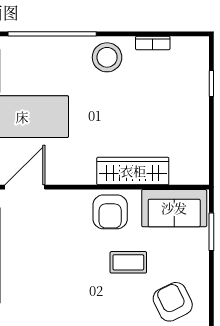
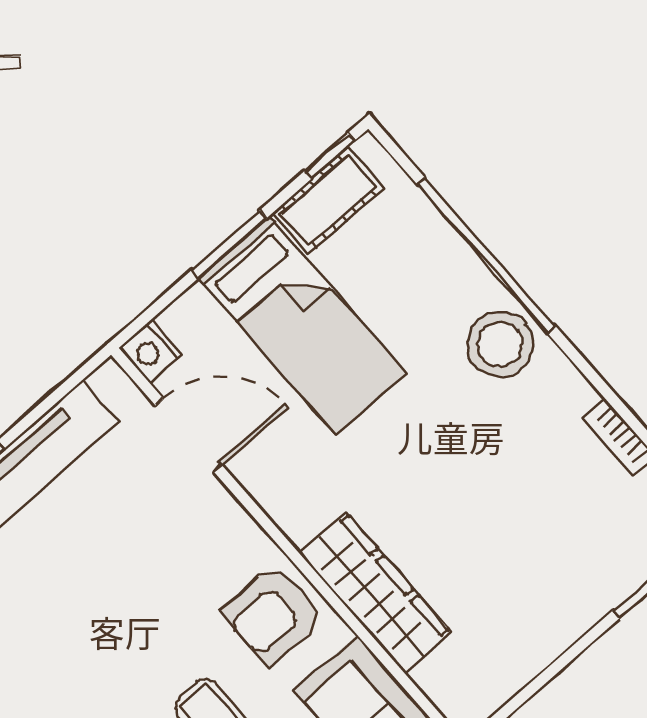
stool: (107, 57) -> (500, 344), moved

